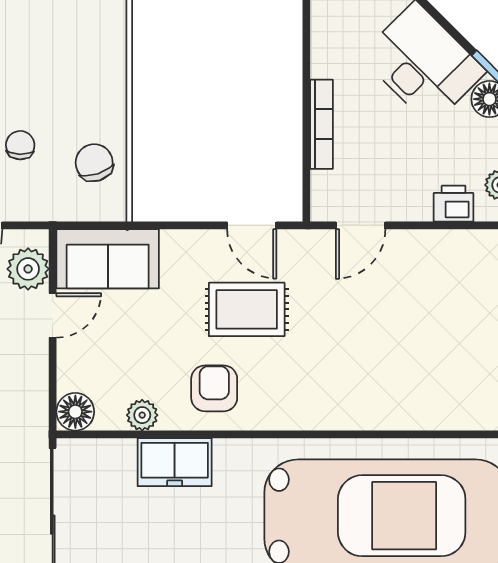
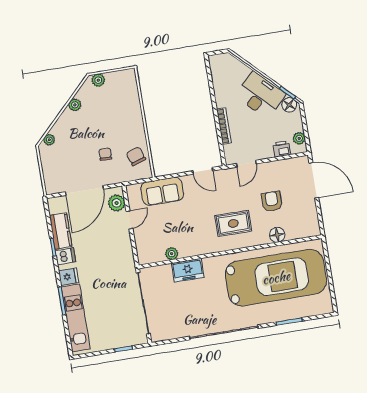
sofa: (108, 259) -> (162, 191), moved
rug: (247, 309) -> (233, 223), moved
armchair: (214, 388) -> (272, 201), moved
floor lamp: (75, 412) -> (277, 235), moved

